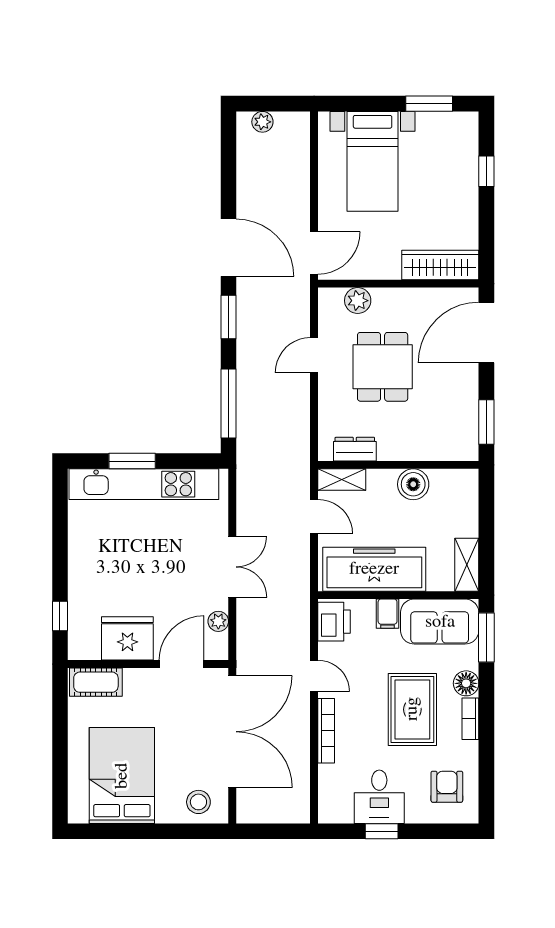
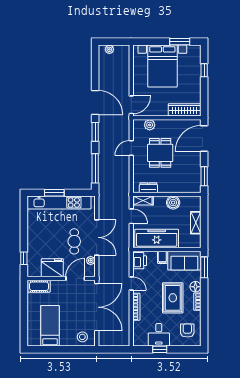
bed with nightstands: (373, 161) -> (162, 66), width x1.36
shelving: (467, 565) -> (196, 223), moved
double door: (232, 567) -> (97, 237), width x1.37
cafe table: (179, 576) -> (74, 241), added
bed: (122, 776) -> (50, 326), width x0.67

